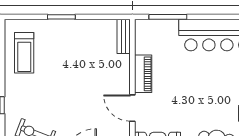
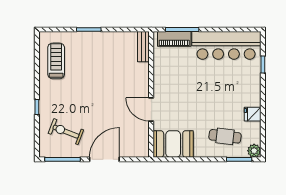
treadmill: (24, 53) -> (56, 61), turned 180
piano: (143, 74) -> (174, 39), moved, turned 90

